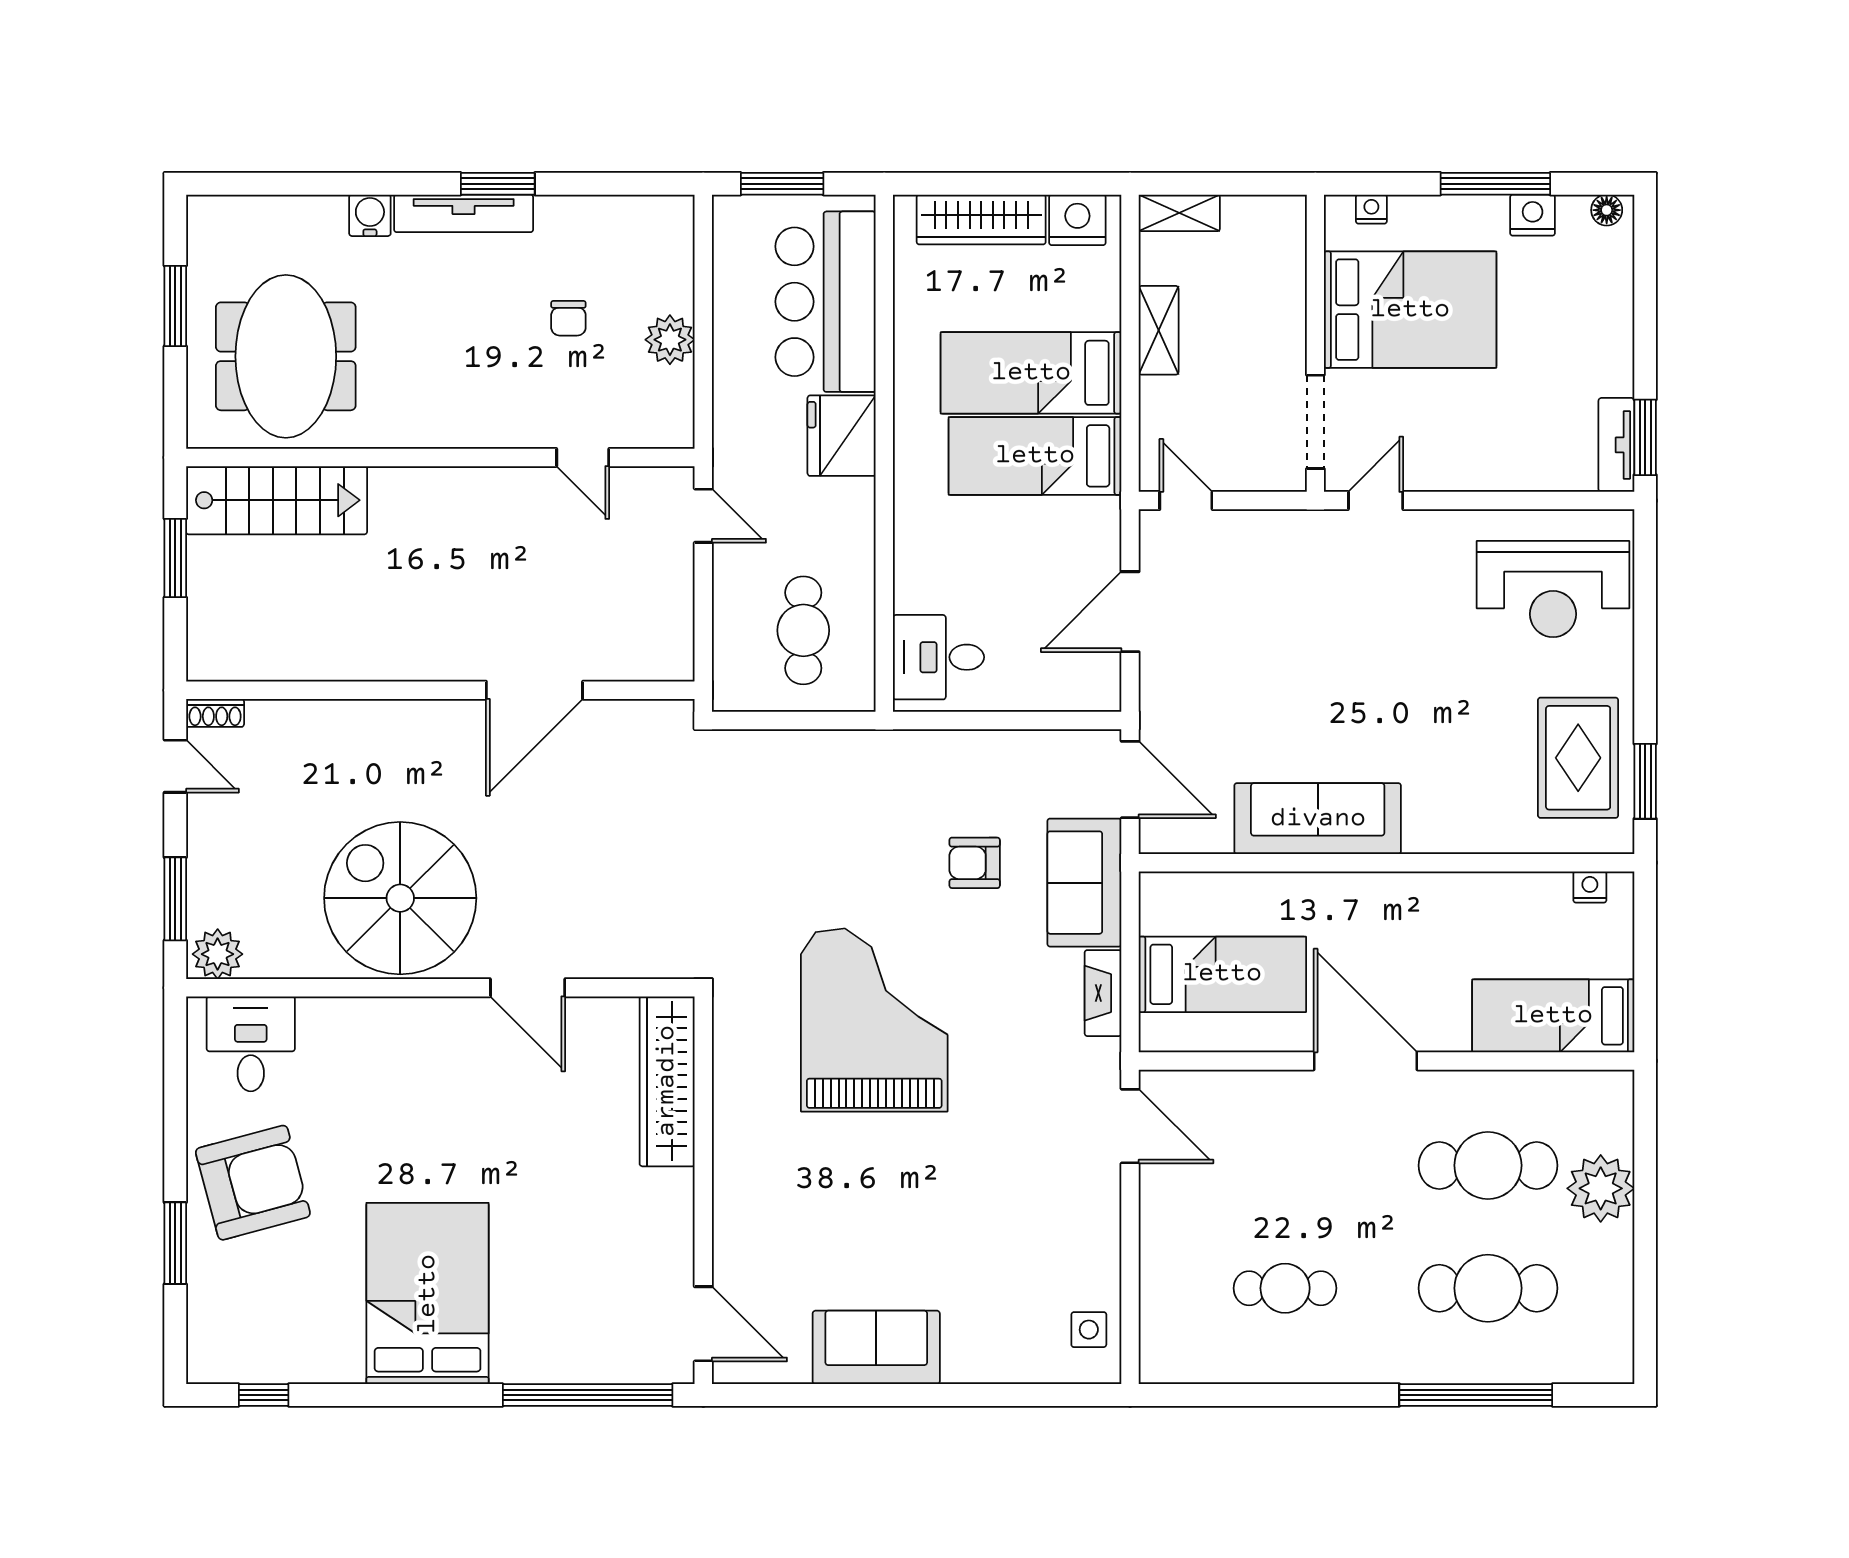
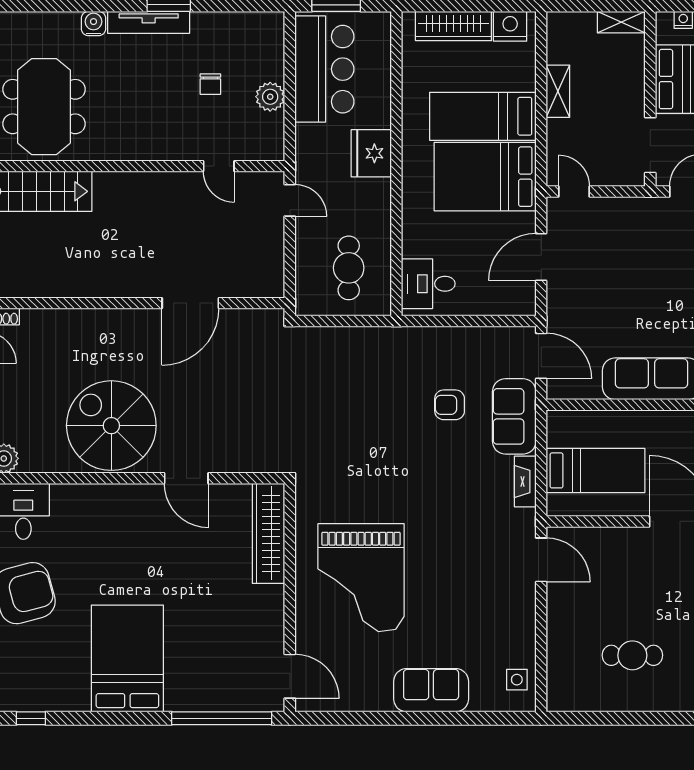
shelving: (1179, 213) -> (621, 22), moved
bar counter: (826, 302) -> (324, 69), moved, turned 180
bed: (1035, 456) -> (485, 177), width x1.50
grand piano: (874, 1020) -> (361, 578), moved, turned 180
sofa: (876, 1347) -> (431, 690), moved

